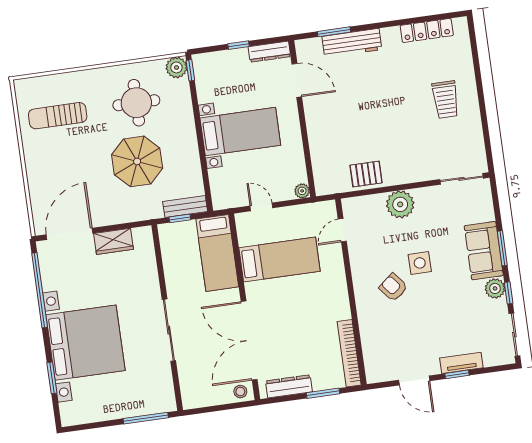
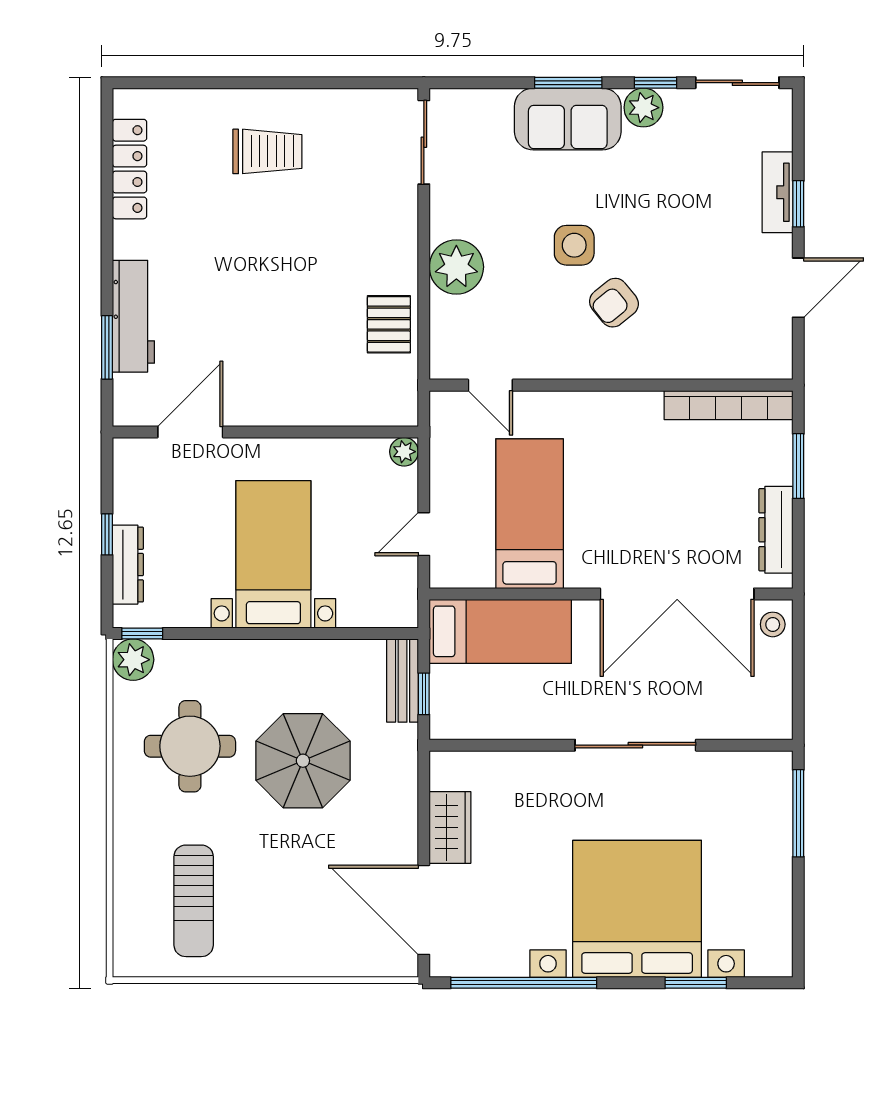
dresser: (269, 52) -> (128, 565), moved

